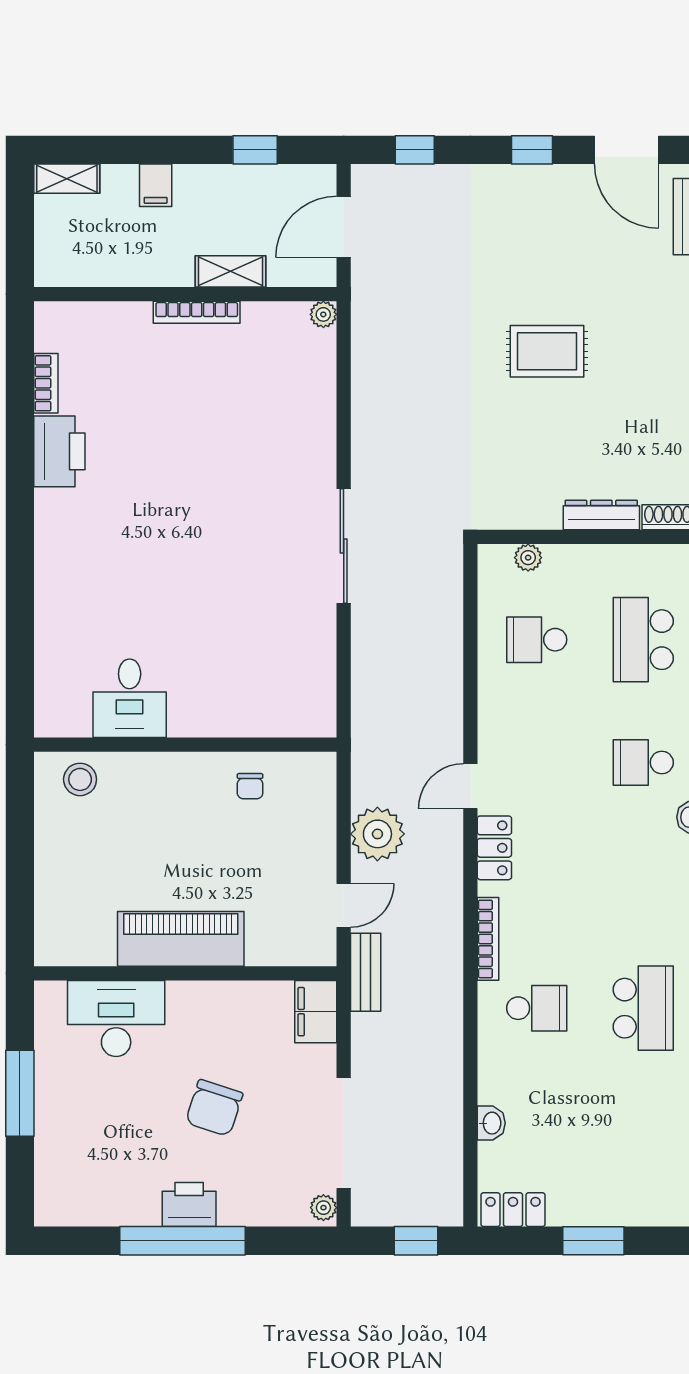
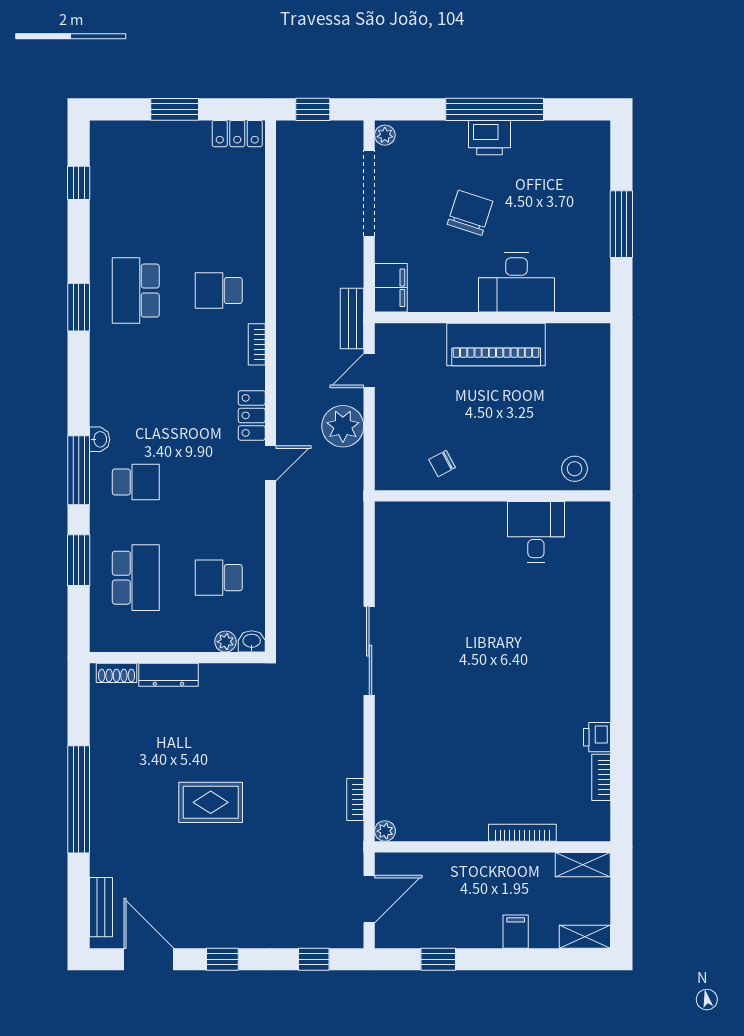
shelving: (230, 271) -> (583, 865), moved
bookcase: (197, 312) -> (522, 833), moved
bookcase: (361, 355) -> (355, 799), added
printer: (59, 451) -> (597, 737), width x0.53, depth x0.68
school desk: (537, 640) -> (219, 578), turned 180
chair: (250, 786) -> (442, 463), turned -118
bookcase: (488, 939) -> (257, 344), width x0.64
desk: (116, 1018) -> (516, 282), moved
washbasin: (491, 1123) -> (252, 641), moved, turned 90

